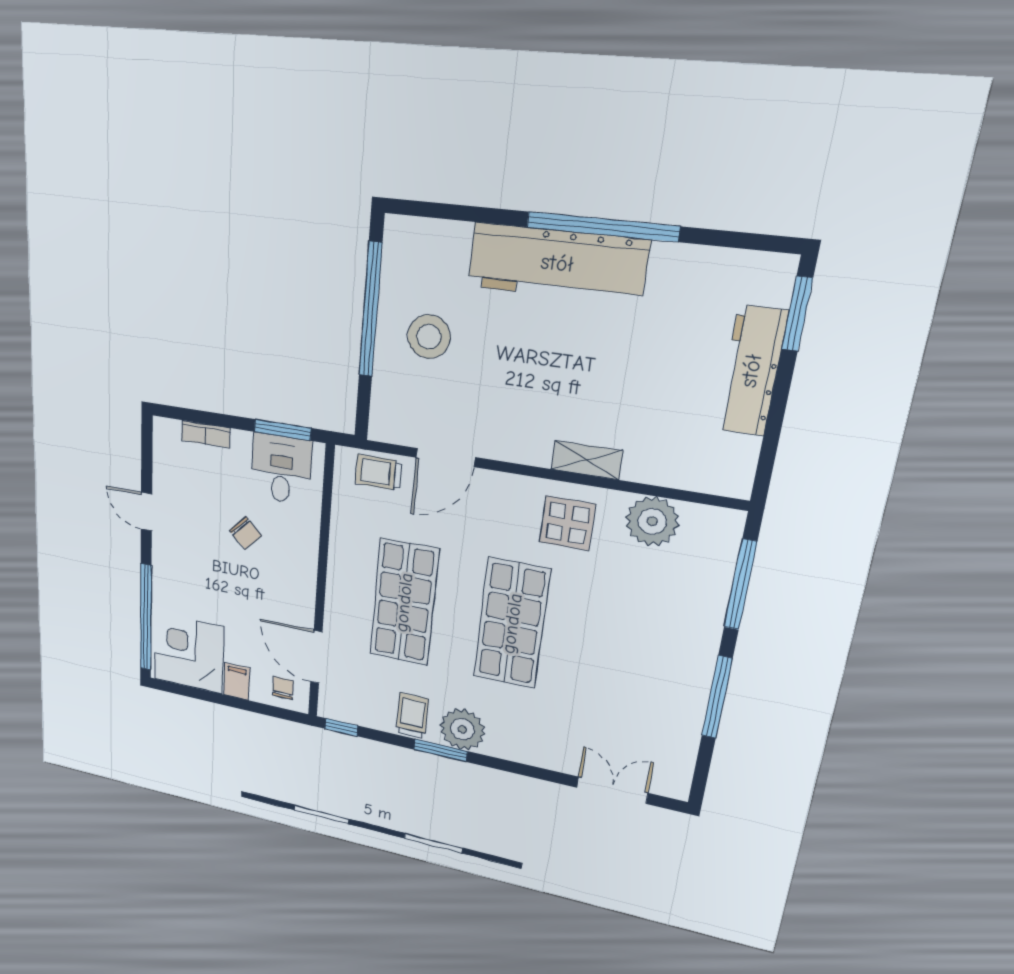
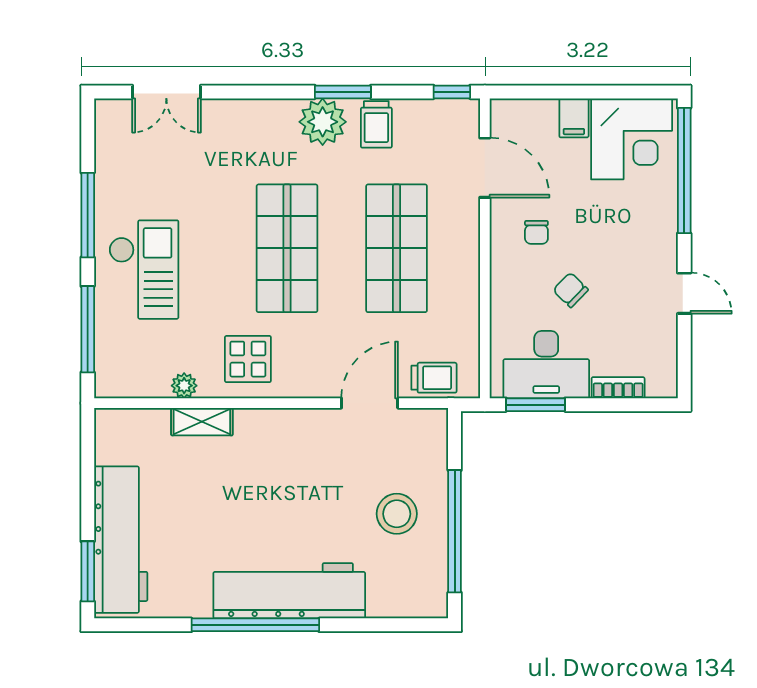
workbench: (751, 371) -> (121, 540), width x1.36, depth x1.32
shelving: (587, 460) -> (202, 422), moved
desk: (281, 469) -> (546, 365), width x1.37
plant: (652, 521) -> (184, 386), width x0.53, depth x0.53
checkout: (666, 633) -> (144, 270), added
chair: (283, 688) -> (536, 232), moved

